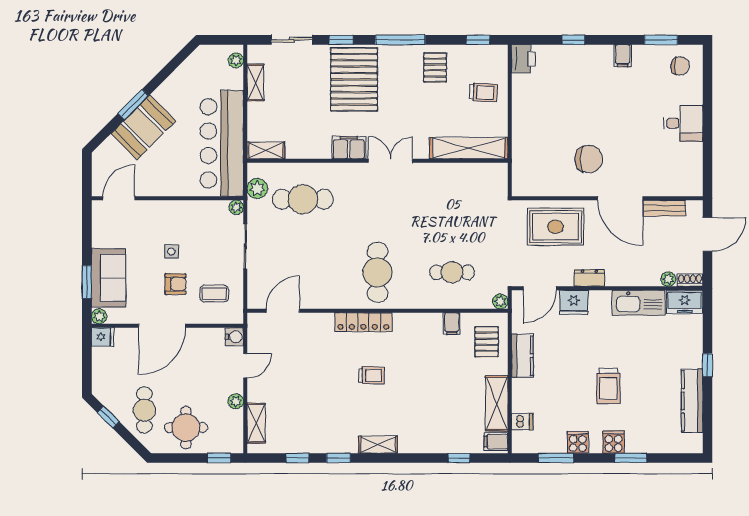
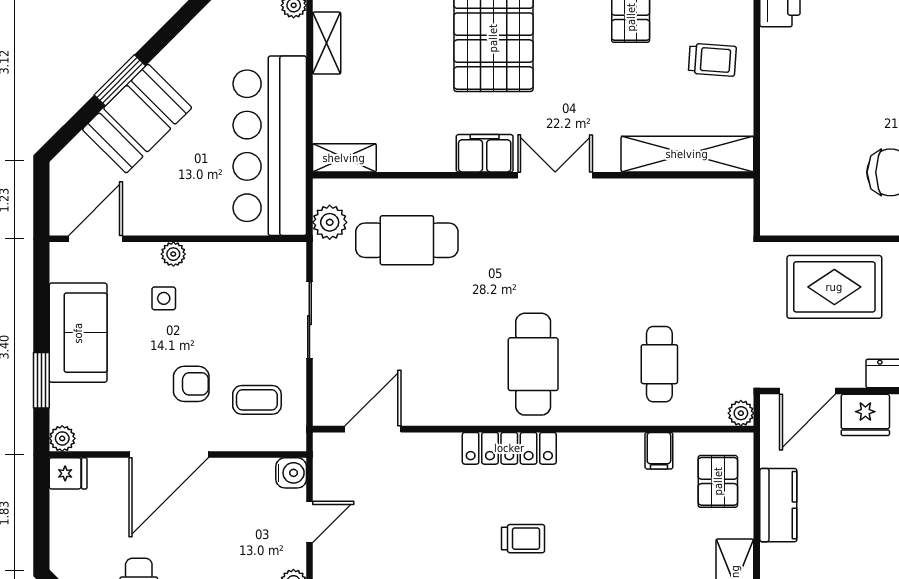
plant: (236, 207) -> (173, 254), moved
side table: (171, 252) -> (164, 298), moved
cafe table: (452, 272) -> (659, 364), turned 90
sofa: (109, 278) -> (78, 333), moved

